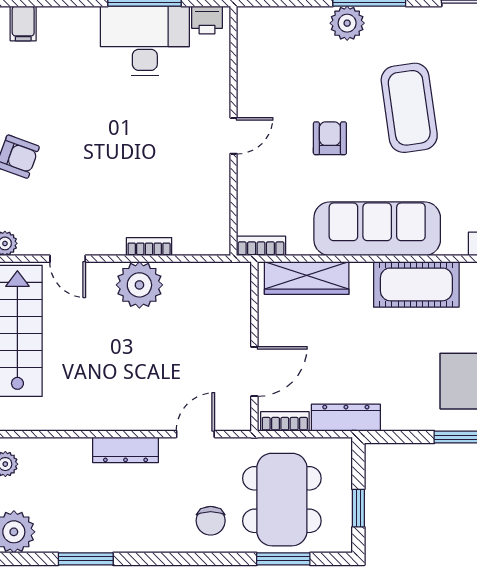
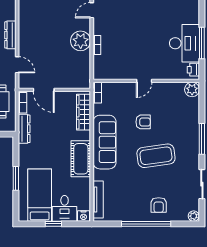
plant: (347, 23) -> (192, 90), moved
door: (233, 136) -> (144, 81), hinge flipped

